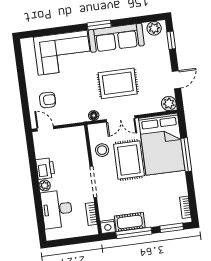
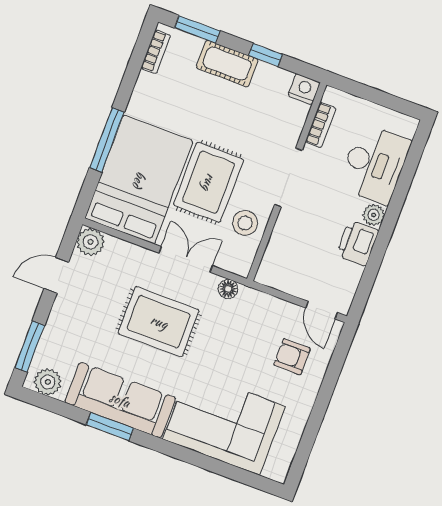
window: (99, 25) -> (110, 427), moved
window: (171, 40) -> (30, 347), width x1.50
cot: (130, 222) -> (227, 64), moved
window: (134, 233) -> (266, 55), width x0.46

